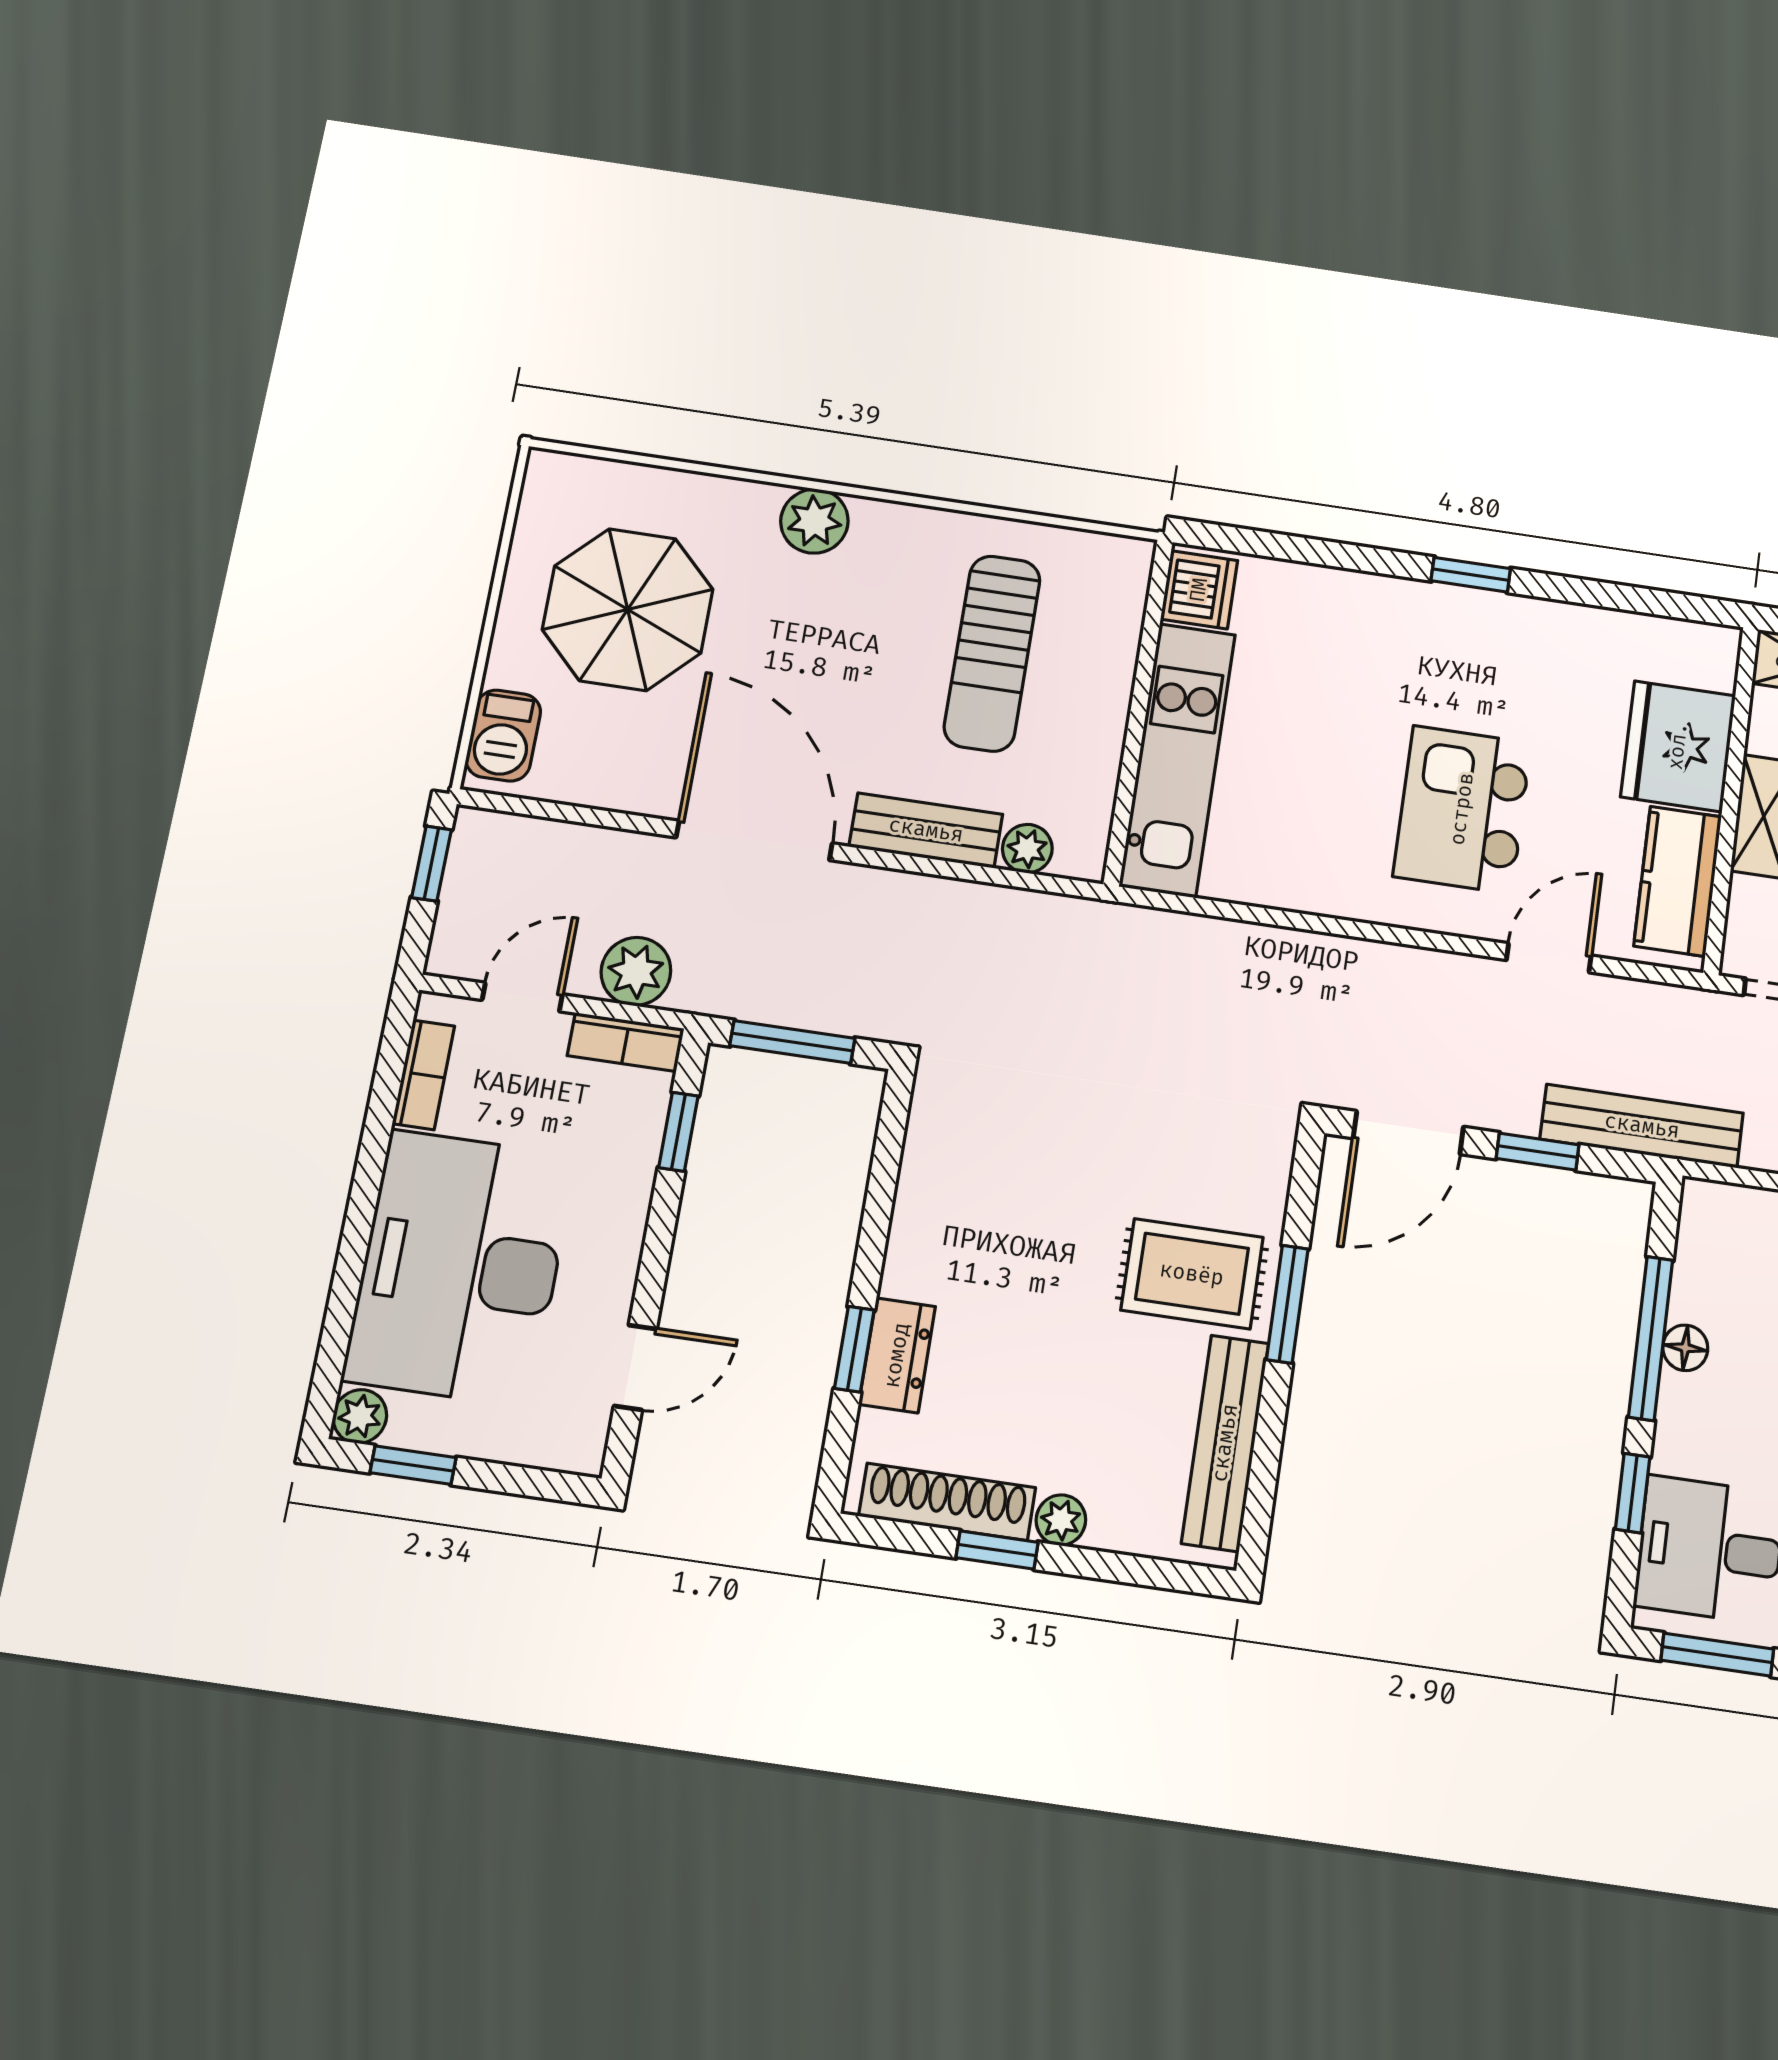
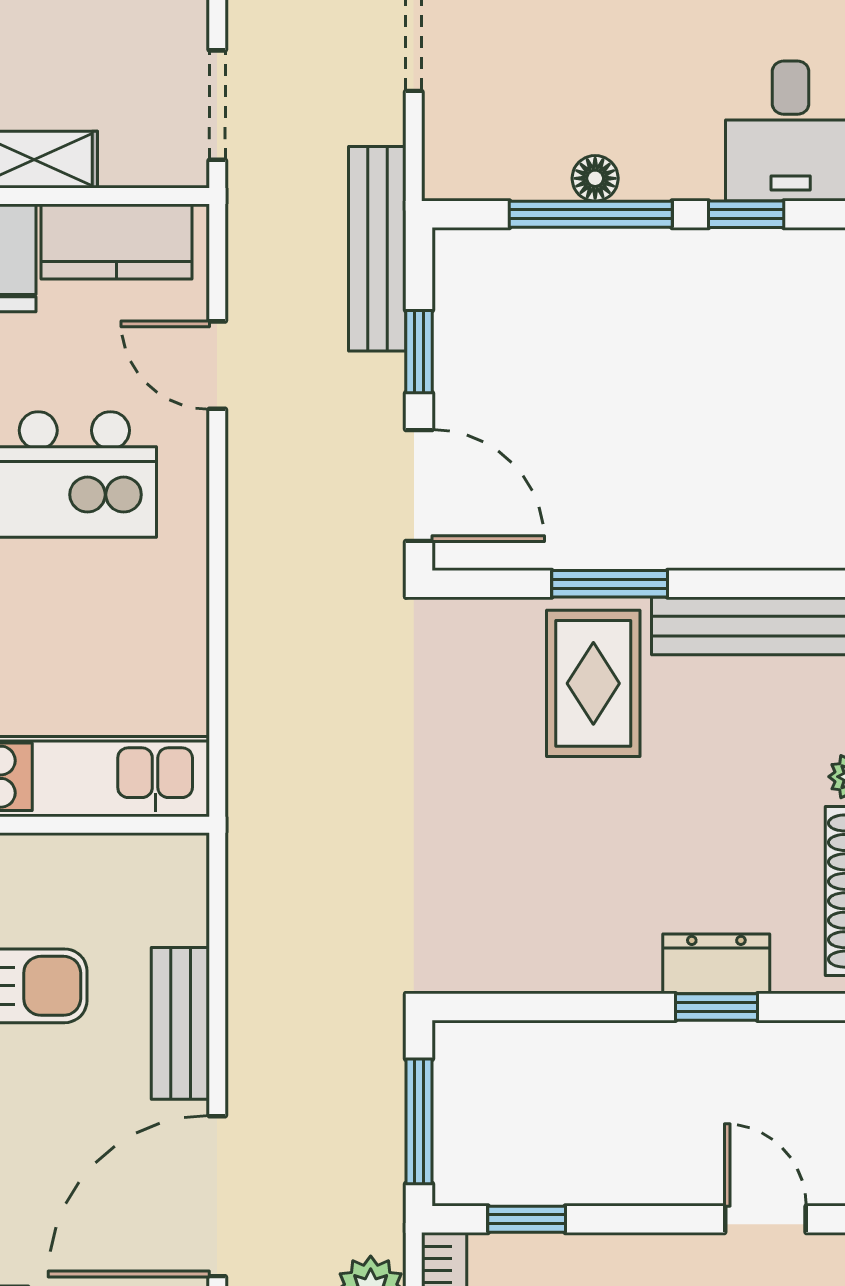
plant: (1027, 849) -> (184, 917), removed

